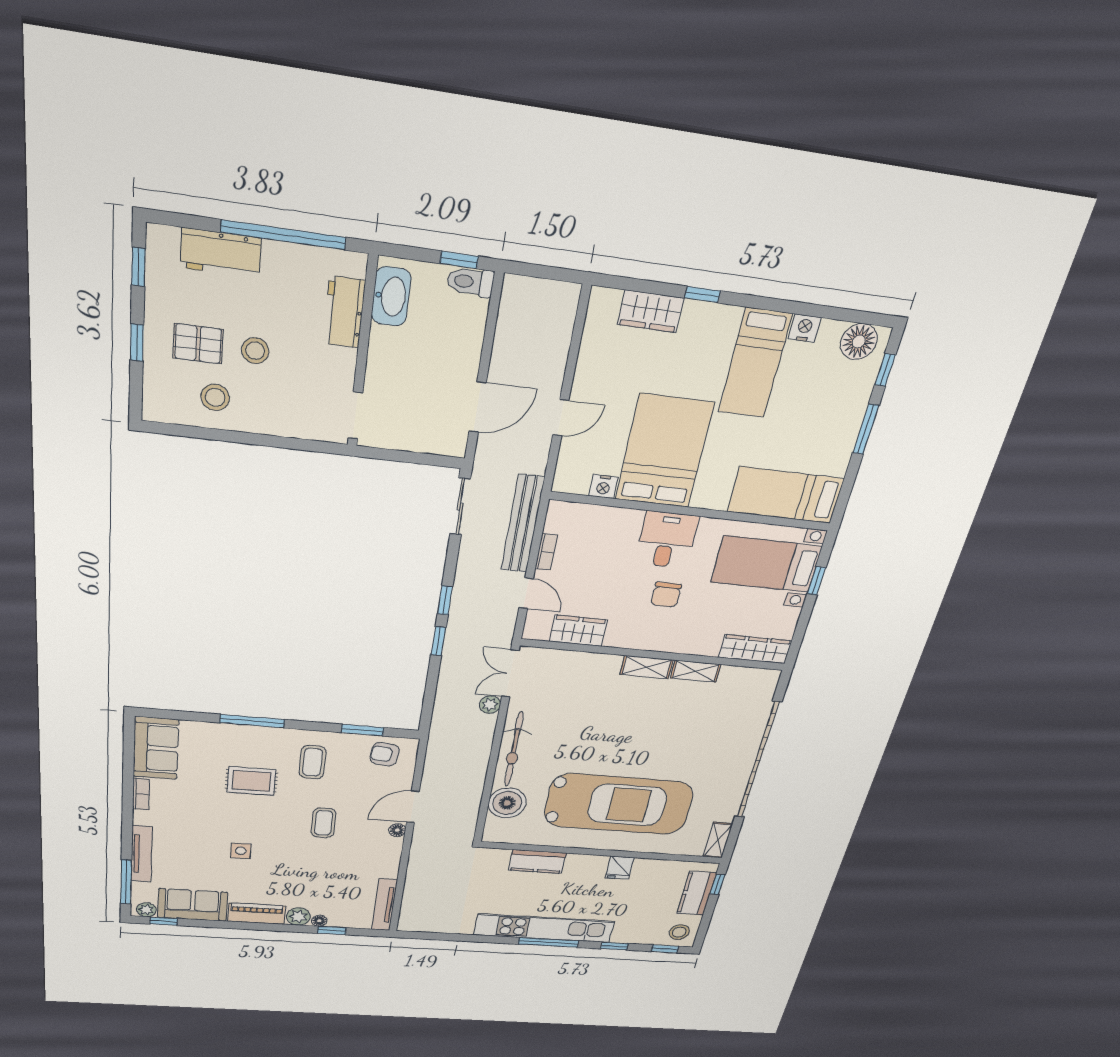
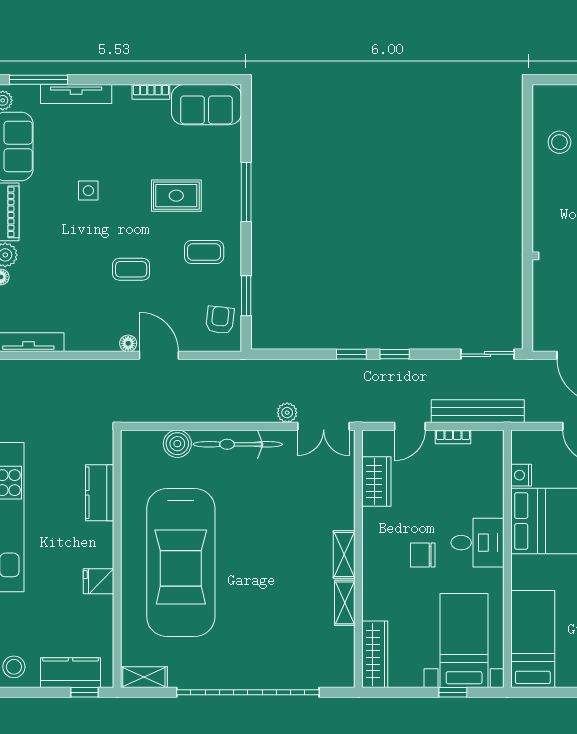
double door: (510, 674) -> (324, 426), swing flipped
rug: (251, 781) -> (176, 196), turned 90
boiler: (507, 803) -> (177, 444), width x0.73, depth x0.73

